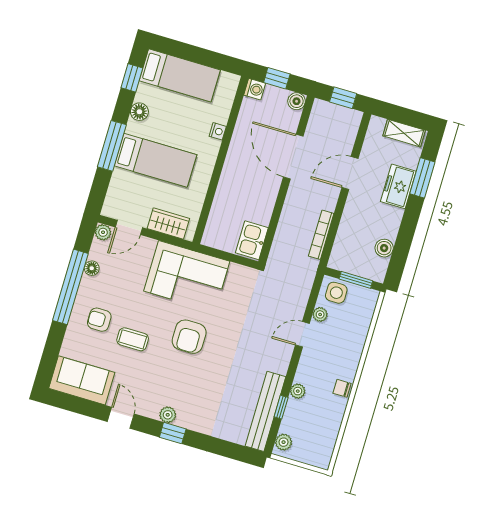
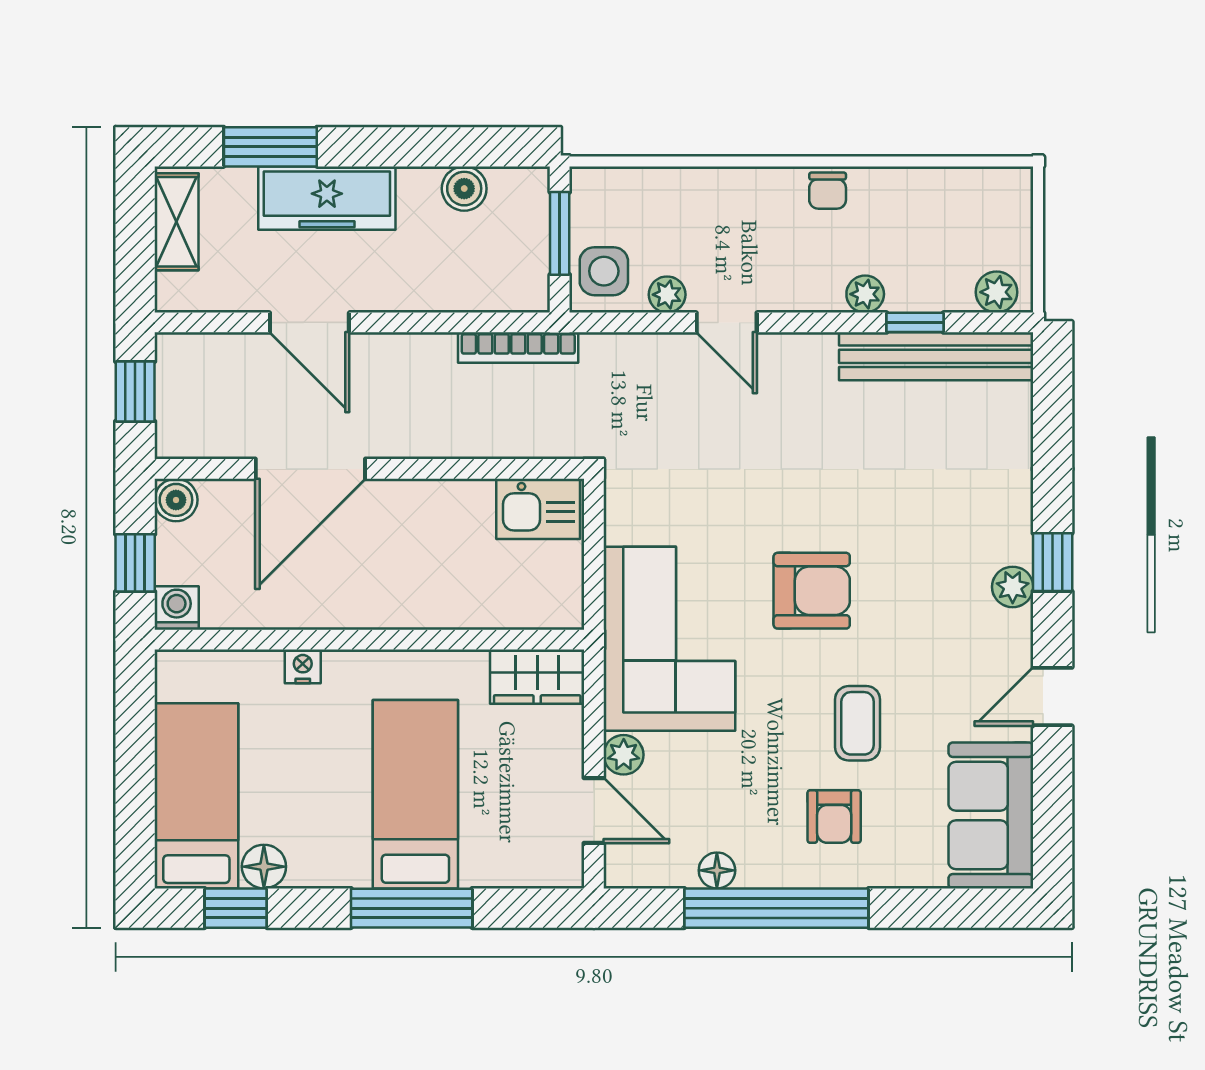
floor lamp: (139, 112) -> (264, 867), moved
freezer: (398, 186) -> (327, 198), width x1.40
wardrobe: (168, 223) -> (537, 677), moved, turned -90
plant: (103, 232) -> (624, 755), moved
bookcase: (321, 235) -> (518, 348), moved

